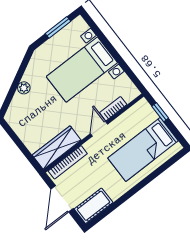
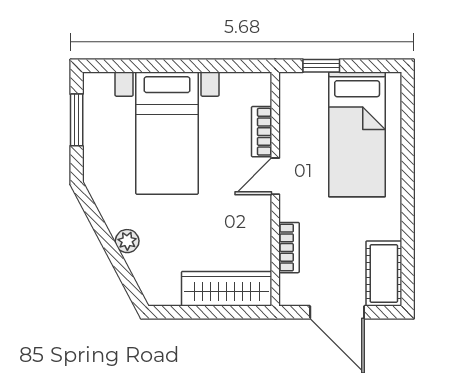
door: (99, 129) -> (275, 176), hinge flipped
wardrobe: (57, 148) -> (227, 289), moved, turned 90
bookcase: (68, 162) -> (289, 248), width x0.64

